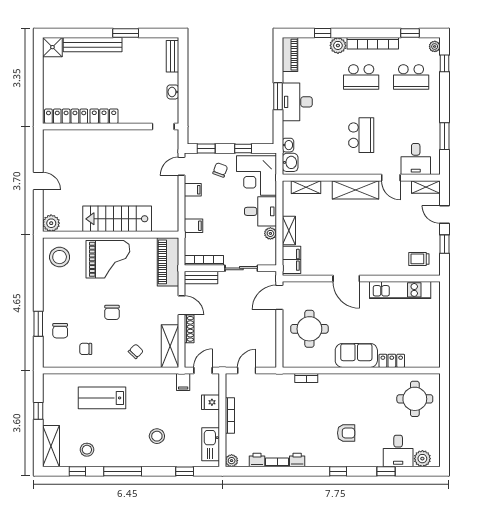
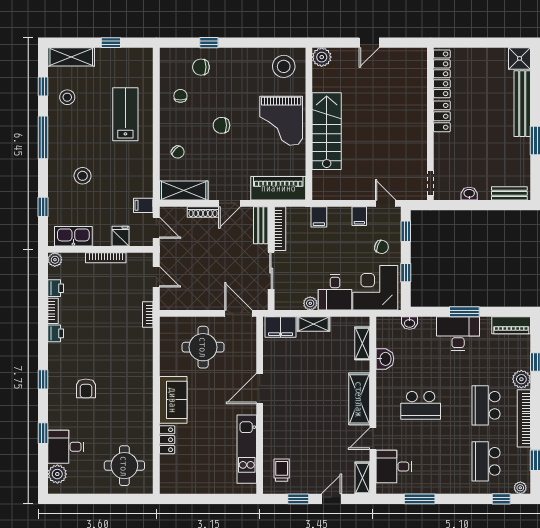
washbasin: (290, 162) -> (385, 359), moved, turned -90
window: (38, 324) -> (209, 43), width x0.67
bookcase: (306, 378) -> (148, 314), moved

